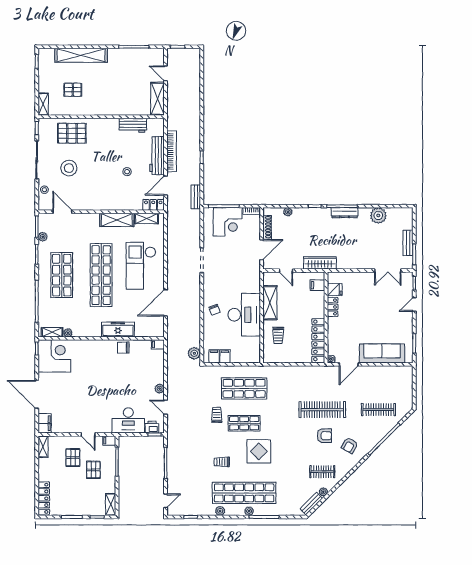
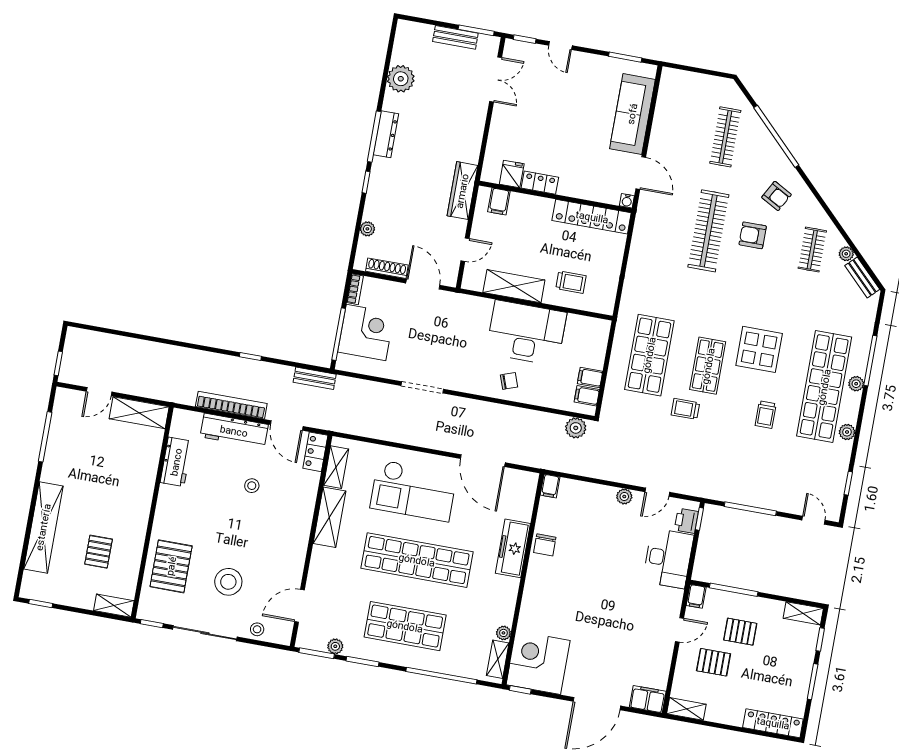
armchair: (324, 436) -> (753, 235), turned -90

